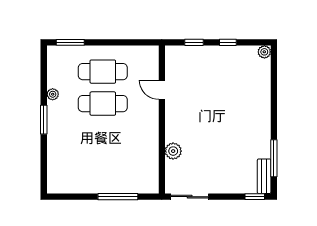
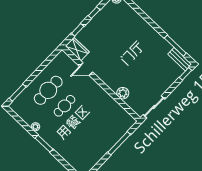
wardrobe: (174, 61) -> (77, 49), added
cafe table: (103, 104) -> (64, 106), width x0.73, depth x0.74

